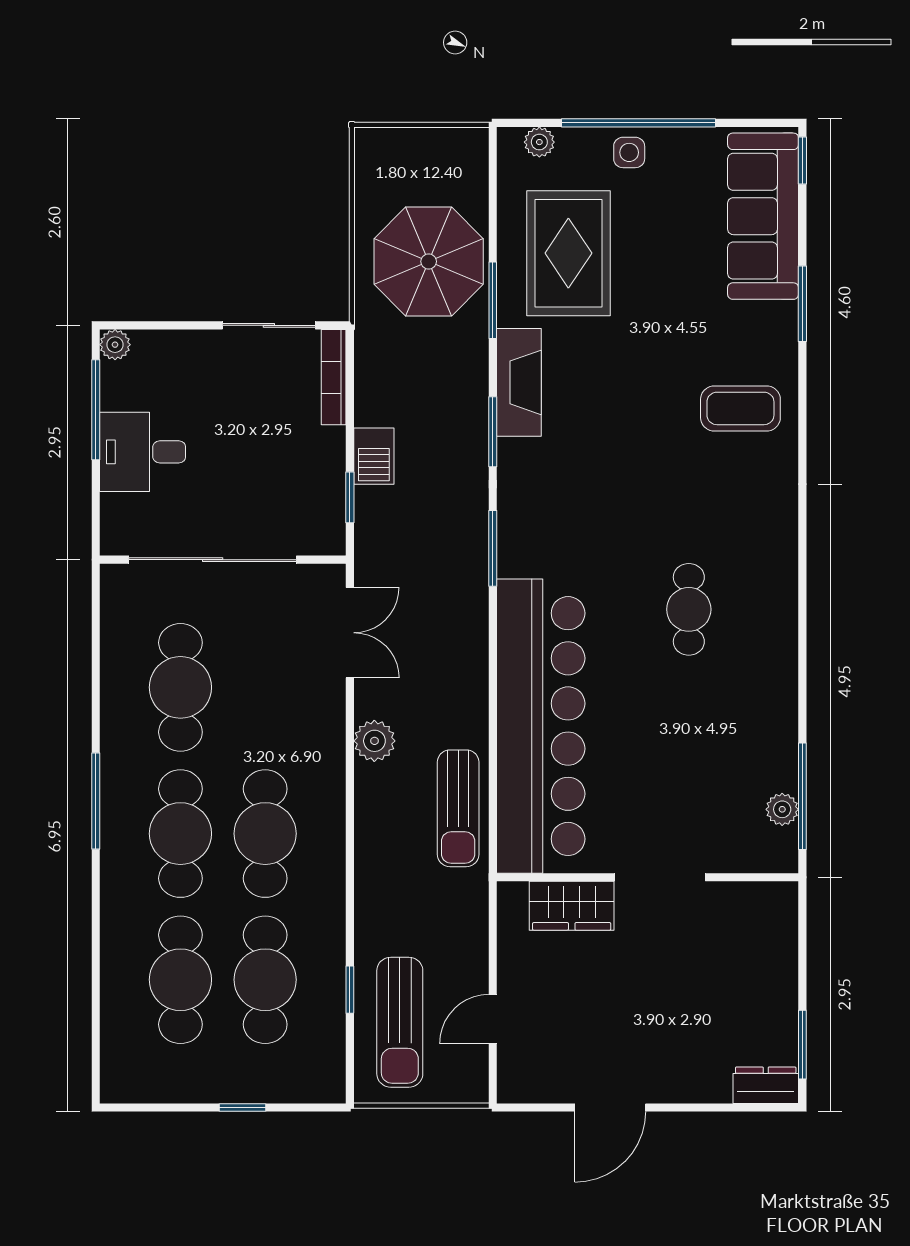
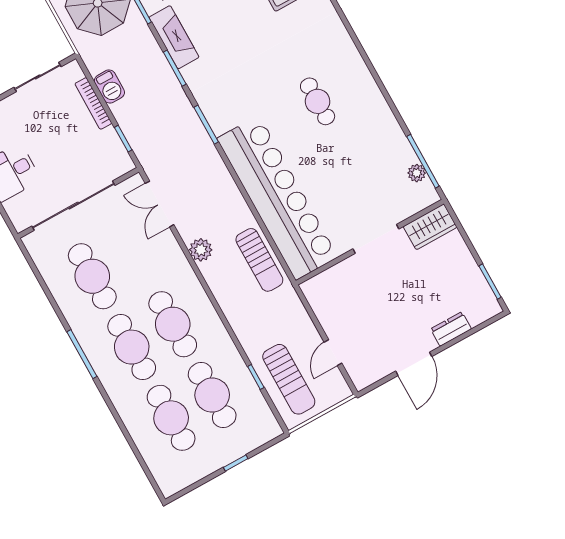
bookcase: (334, 377) -> (93, 103), moved
barbecue: (374, 456) -> (109, 87), moved
double door: (350, 633) -> (160, 204), swing flipped
wardrobe: (572, 906) -> (430, 227), moved
dresser: (766, 1085) -> (451, 329), moved

